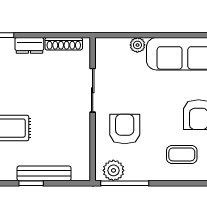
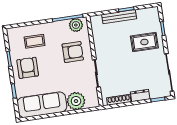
plant: (137, 45) -> (76, 101), width x1.88, depth x1.88
armchair: (125, 129) -> (73, 52), turned -90

